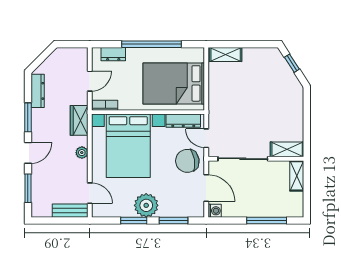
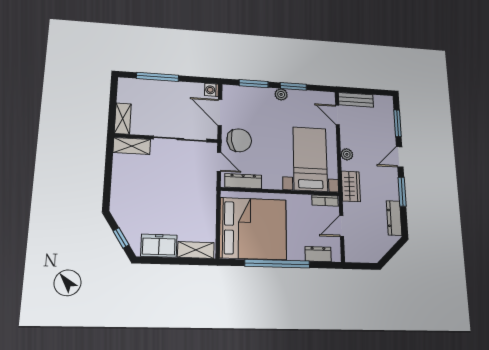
freezer: (258, 57) -> (159, 246), added
bed: (174, 83) -> (253, 228), width x1.36
bed with nightstands: (128, 146) -> (310, 159), width x0.73
plant: (146, 205) -> (281, 94), width x0.53, depth x0.53

